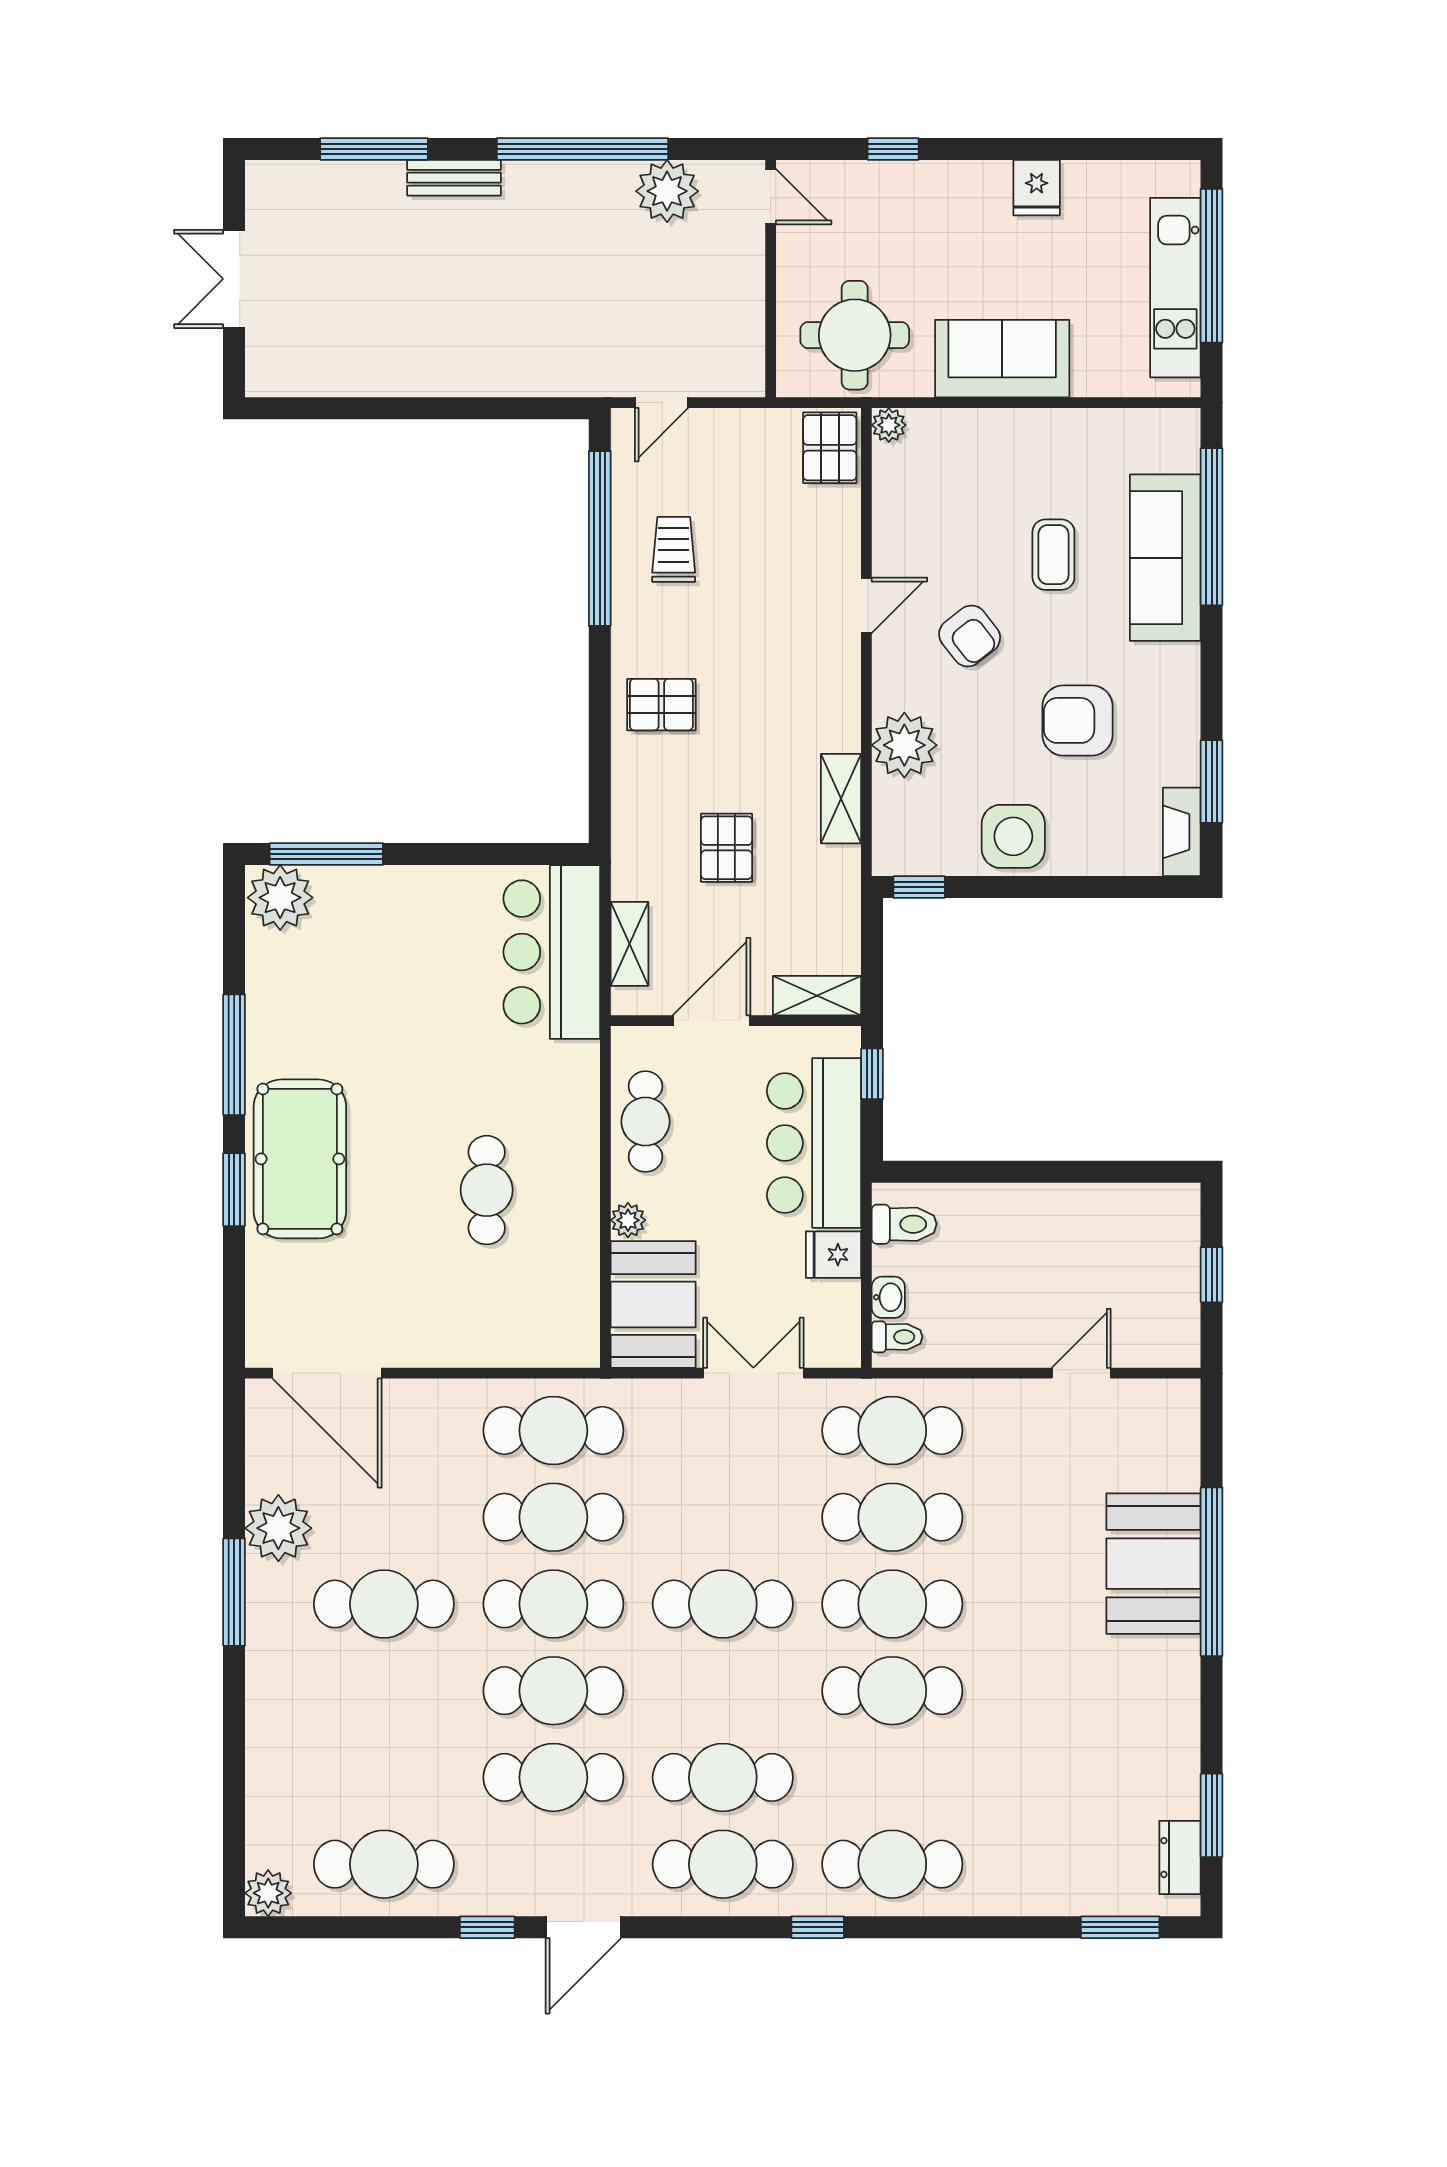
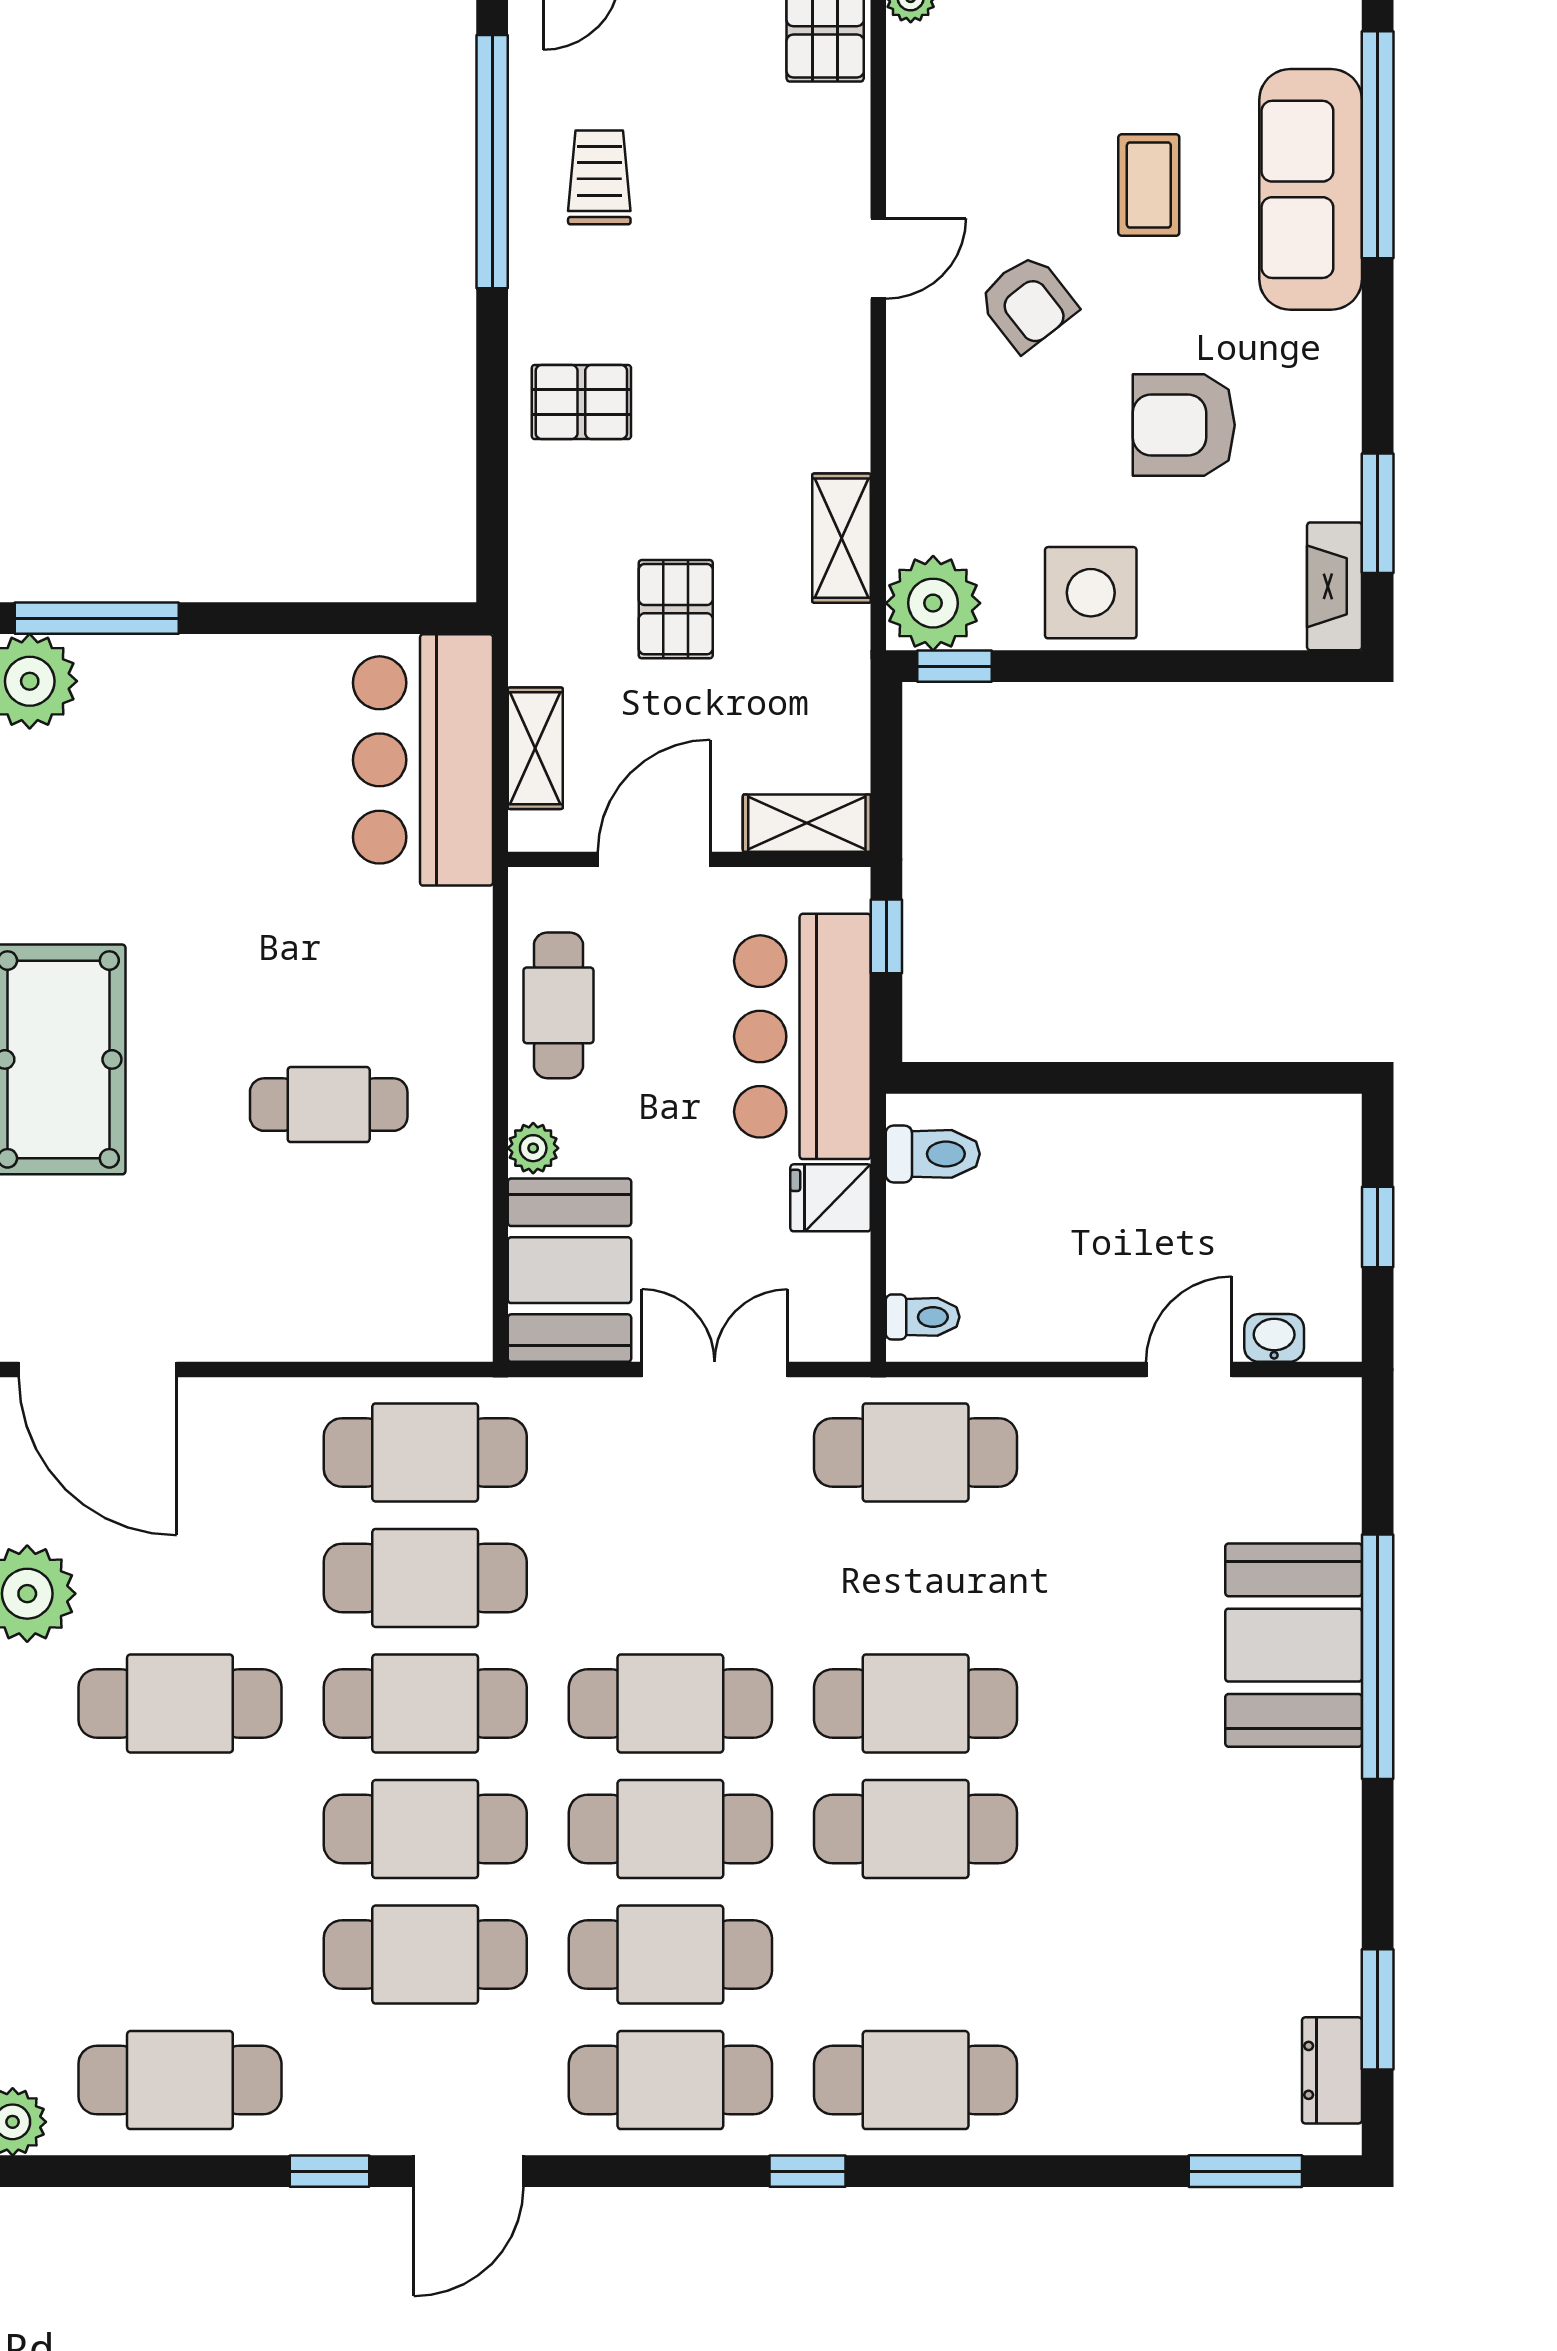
plant: (904, 745) -> (933, 603), moved
cafe table: (487, 1190) -> (329, 1105), turned 90
washbasin: (888, 1297) -> (1274, 1338), moved, turned -90
cafe table: (892, 1517) -> (670, 1829), moved

